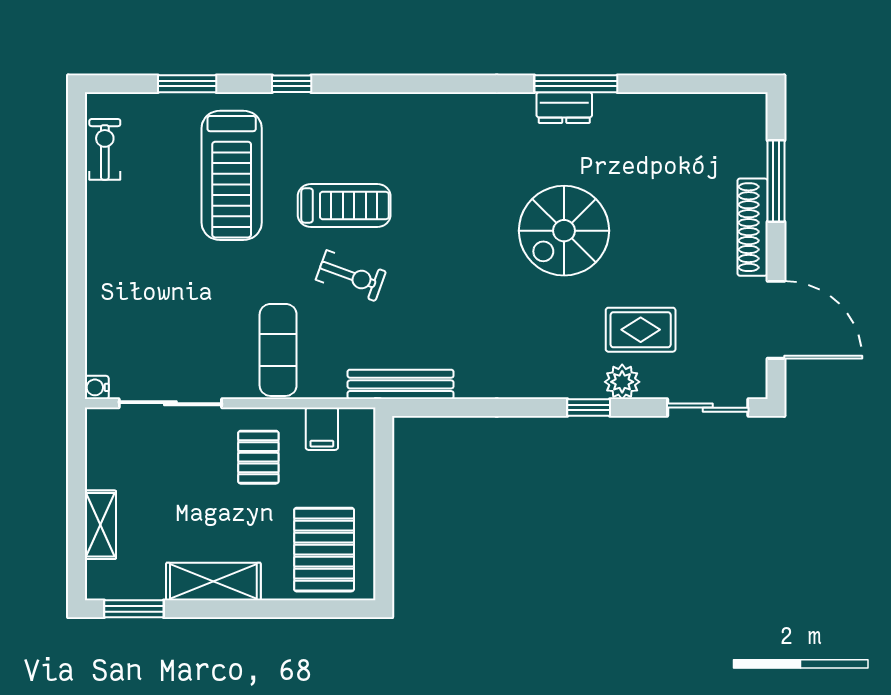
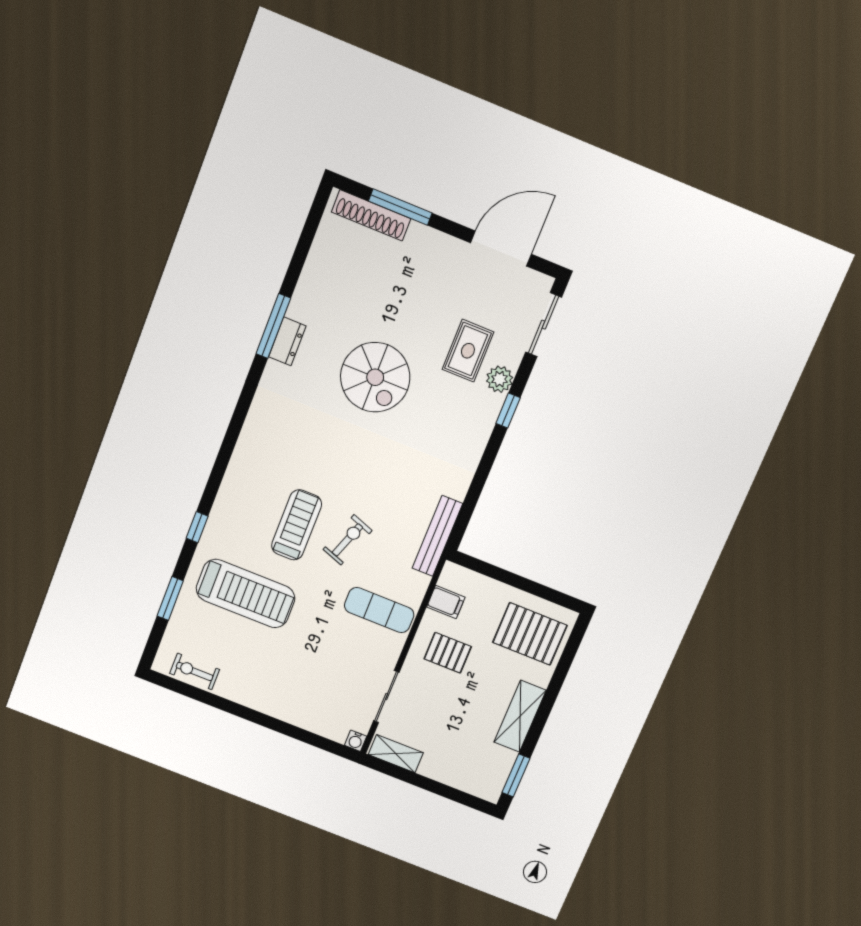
shoe rack: (753, 227) -> (371, 215), moved
sliding door: (170, 403) -> (386, 697), width x0.73
shelving: (100, 525) -> (396, 754), moved

